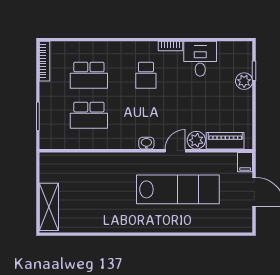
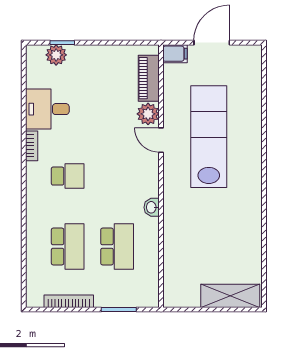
bookcase: (45, 61) -> (69, 301), moved
plant: (244, 81) -> (56, 55), moved
washbasin: (146, 143) -> (152, 207), moved

